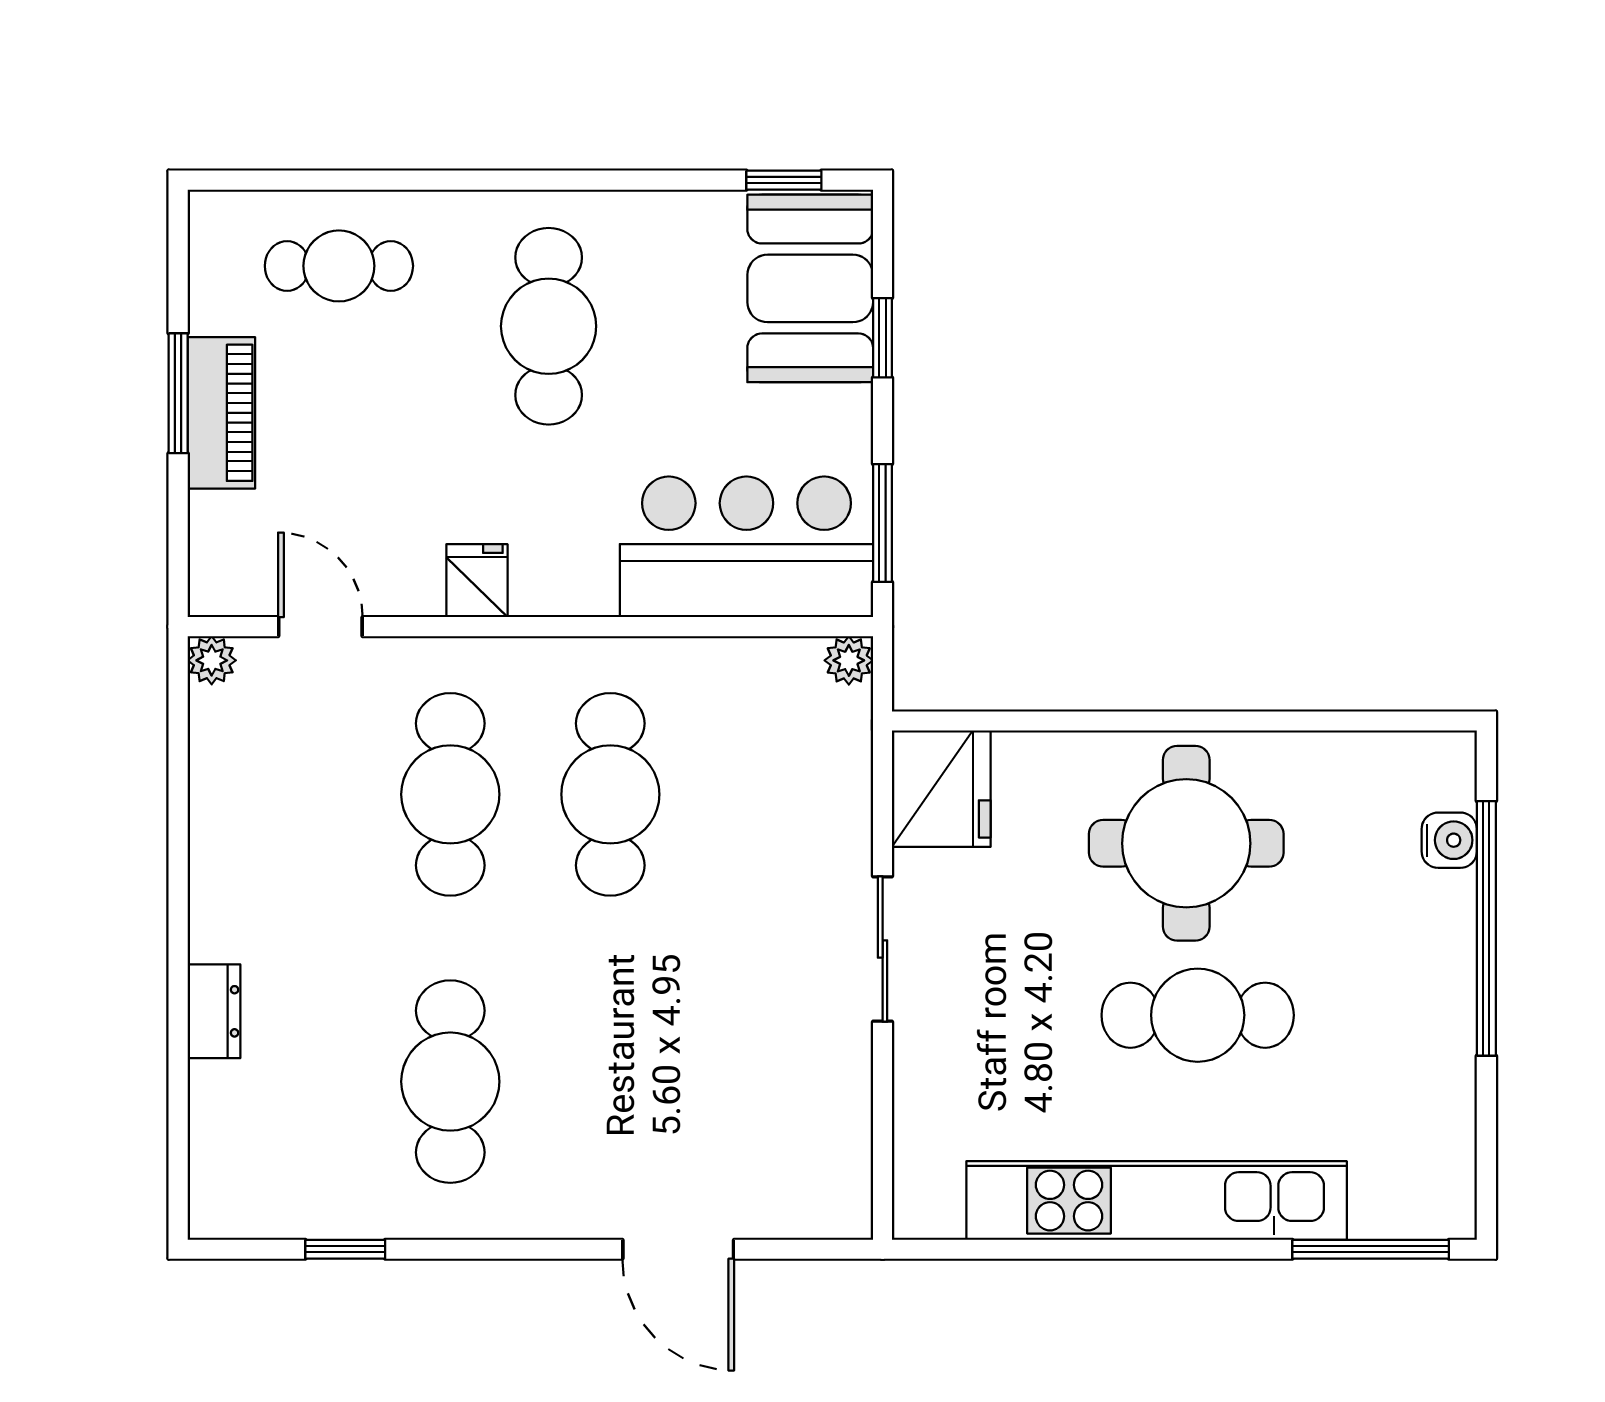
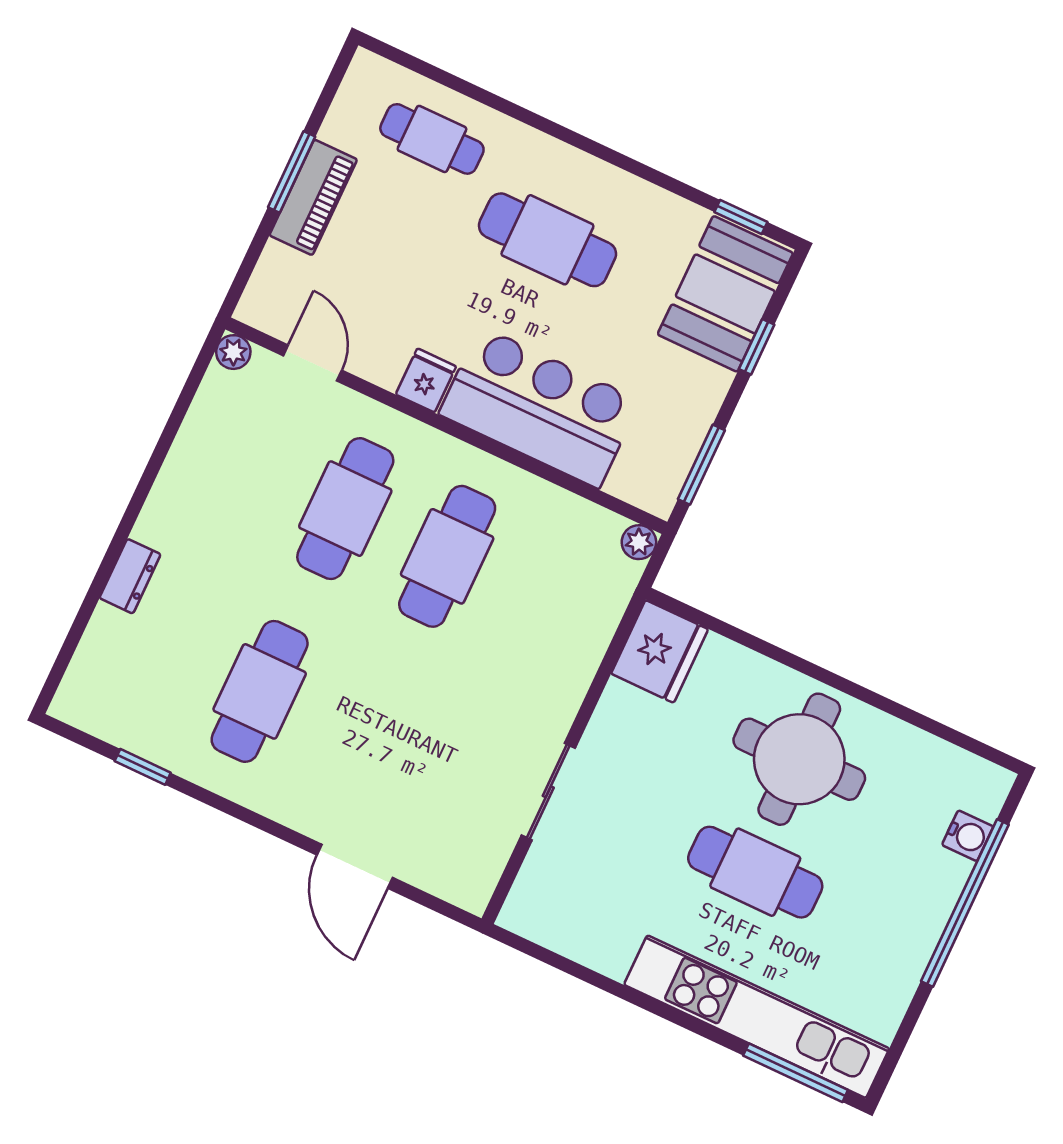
cafe table: (549, 326) -> (547, 240), turned 90
bar counter: (746, 547) -> (539, 407), moved
sliding door: (883, 949) -> (548, 792), moved
kitchen unit: (1157, 1201) -> (757, 1017), moved

